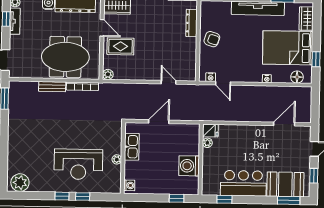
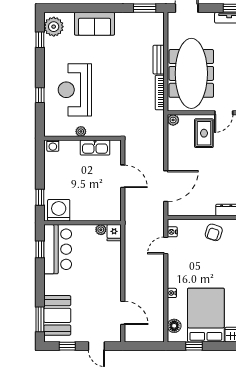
meeting table: (65, 57) -> (191, 73), width x1.36
door: (169, 82) -> (166, 186), width x1.88
sofa: (18, 145) -> (95, 24), added
washing machine: (189, 166) -> (59, 210), moved
bar counter: (243, 183) -> (58, 249), moved
window: (62, 196) -> (40, 40), moved

